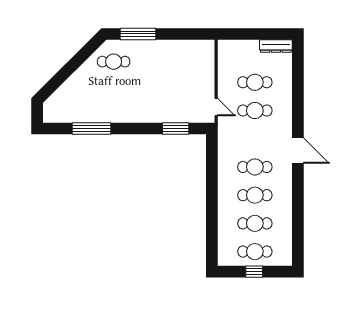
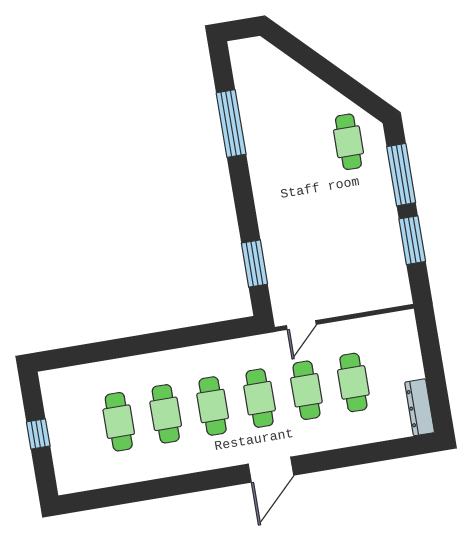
window: (177, 34) -> (412, 240), added
door: (298, 151) -> (271, 470), moved
cafe table: (255, 252) -> (260, 398), moved

